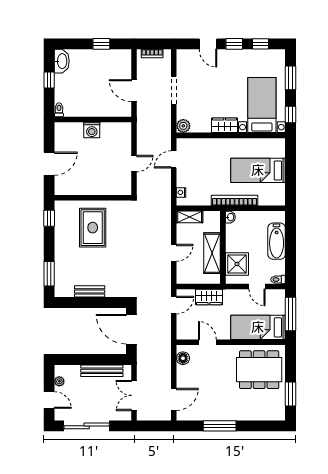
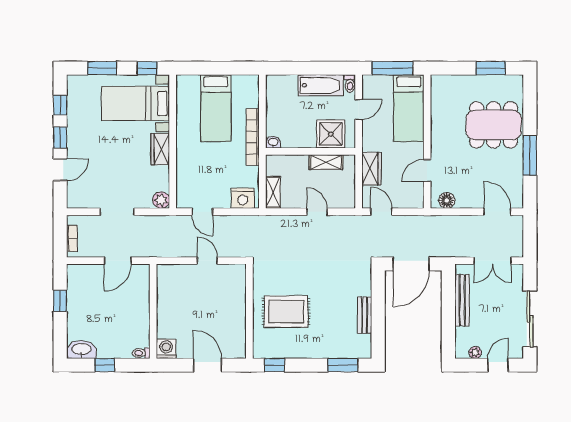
washing machine: (92, 130) -> (166, 349), moved, turned -90
nightstand: (181, 192) -> (243, 198), width x1.89, depth x1.79
bathtub: (277, 241) -> (321, 85), moved
shelving: (212, 253) -> (326, 162), width x0.67, depth x0.75
dining table: (259, 370) -> (494, 125), moved, turned 90

